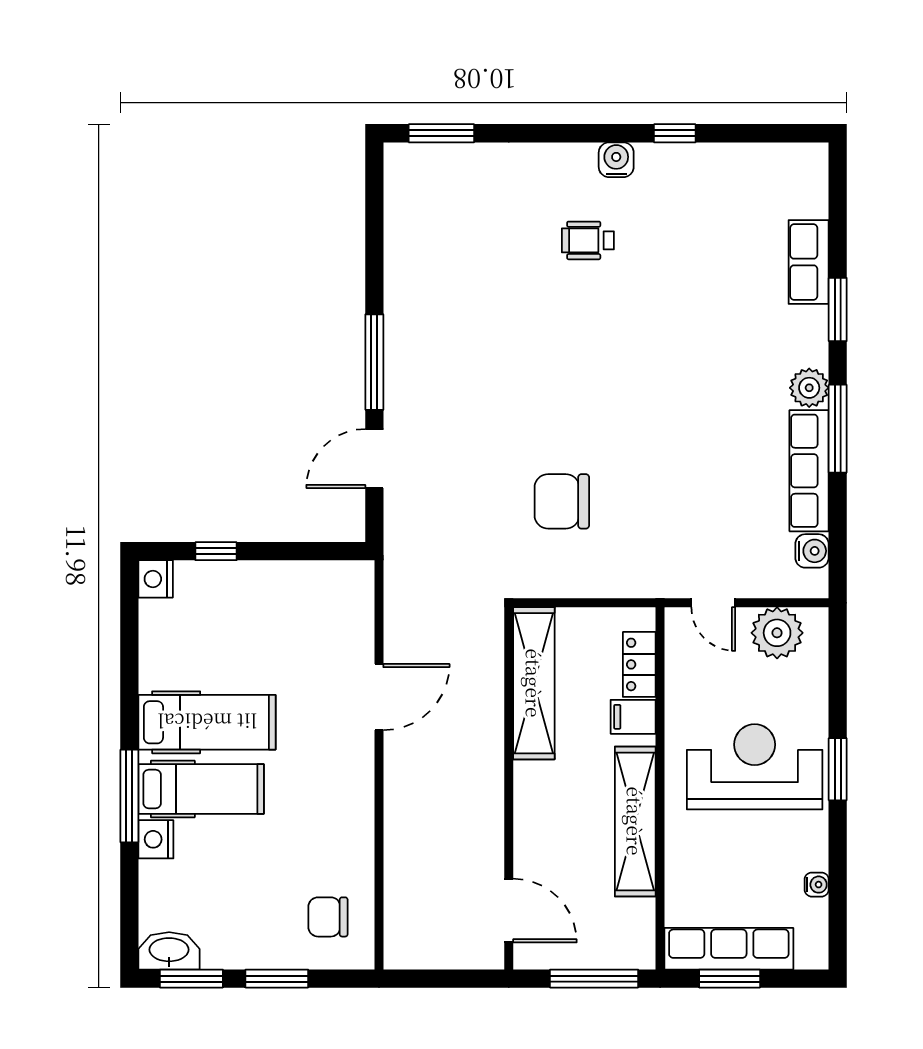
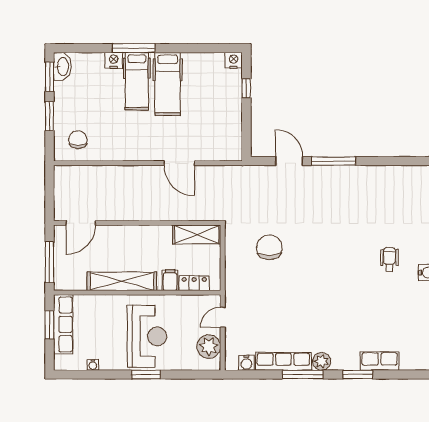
shelving: (534, 683) -> (197, 235), width x0.68

